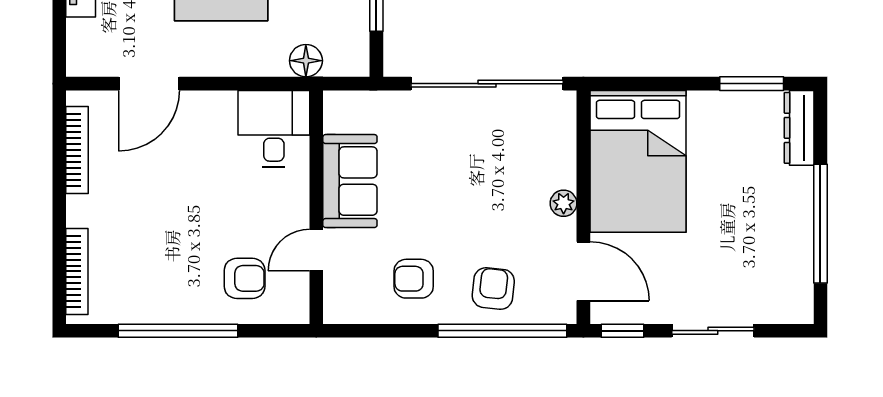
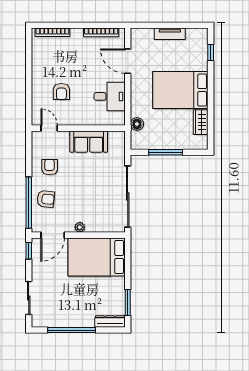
desk: (274, 129) -> (110, 96), moved
door: (316, 250) -> (49, 128), moved
armchair: (245, 278) -> (61, 92), moved
window: (178, 331) -> (29, 73), removed
sliding door: (713, 331) -> (29, 298), moved

